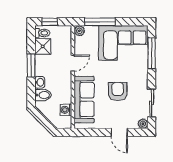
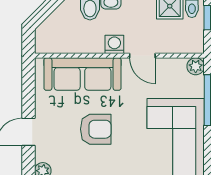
washing machine: (66, 110) -> (114, 44), moved

